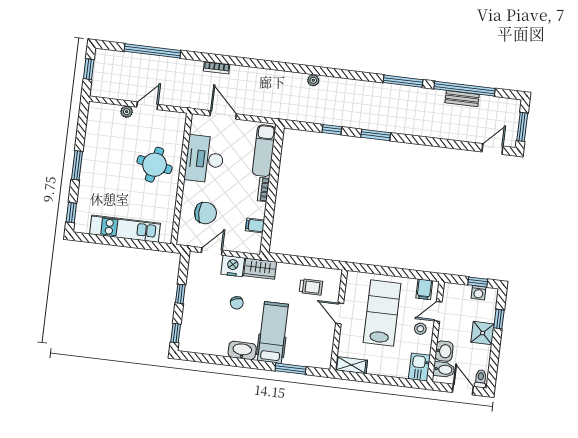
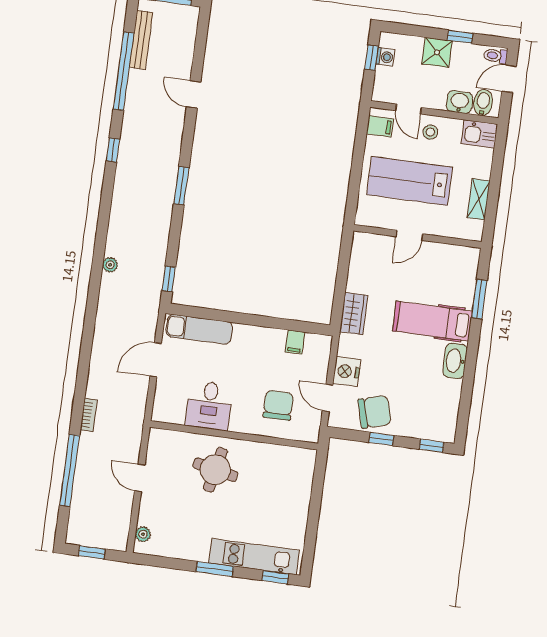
bookcase: (217, 68) -> (89, 415), moved
window: (403, 81) -> (113, 150), width x0.46
bench: (462, 99) -> (141, 40), moved, width x1.36
plant: (127, 112) -> (143, 534), moved
door: (223, 115) -> (156, 360), moved
window: (332, 130) -> (169, 279), moved
door: (492, 149) -> (194, 95), moved
desk: (205, 159) -> (209, 406), width x0.73
bookcase: (263, 190) -> (249, 331), removed
kitchen unit: (125, 229) -> (254, 557), moved, turned 90
wardrobe: (260, 269) -> (354, 314), moved
trolley: (311, 287) -> (375, 271), removed
chair: (237, 303) -> (375, 412), moved, width x1.87, depth x1.87
window: (499, 319) -> (460, 37), moved
shelving: (351, 365) -> (479, 199), moved

